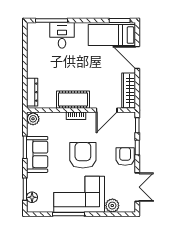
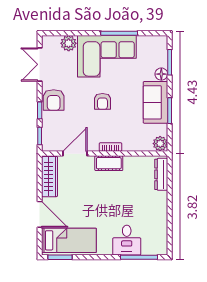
cot: (73, 100) -> (109, 163), width x0.73, depth x0.75
armchair: (83, 155) -> (102, 101), width x0.53, depth x0.53
floor lamp: (32, 197) -> (161, 74), moved

